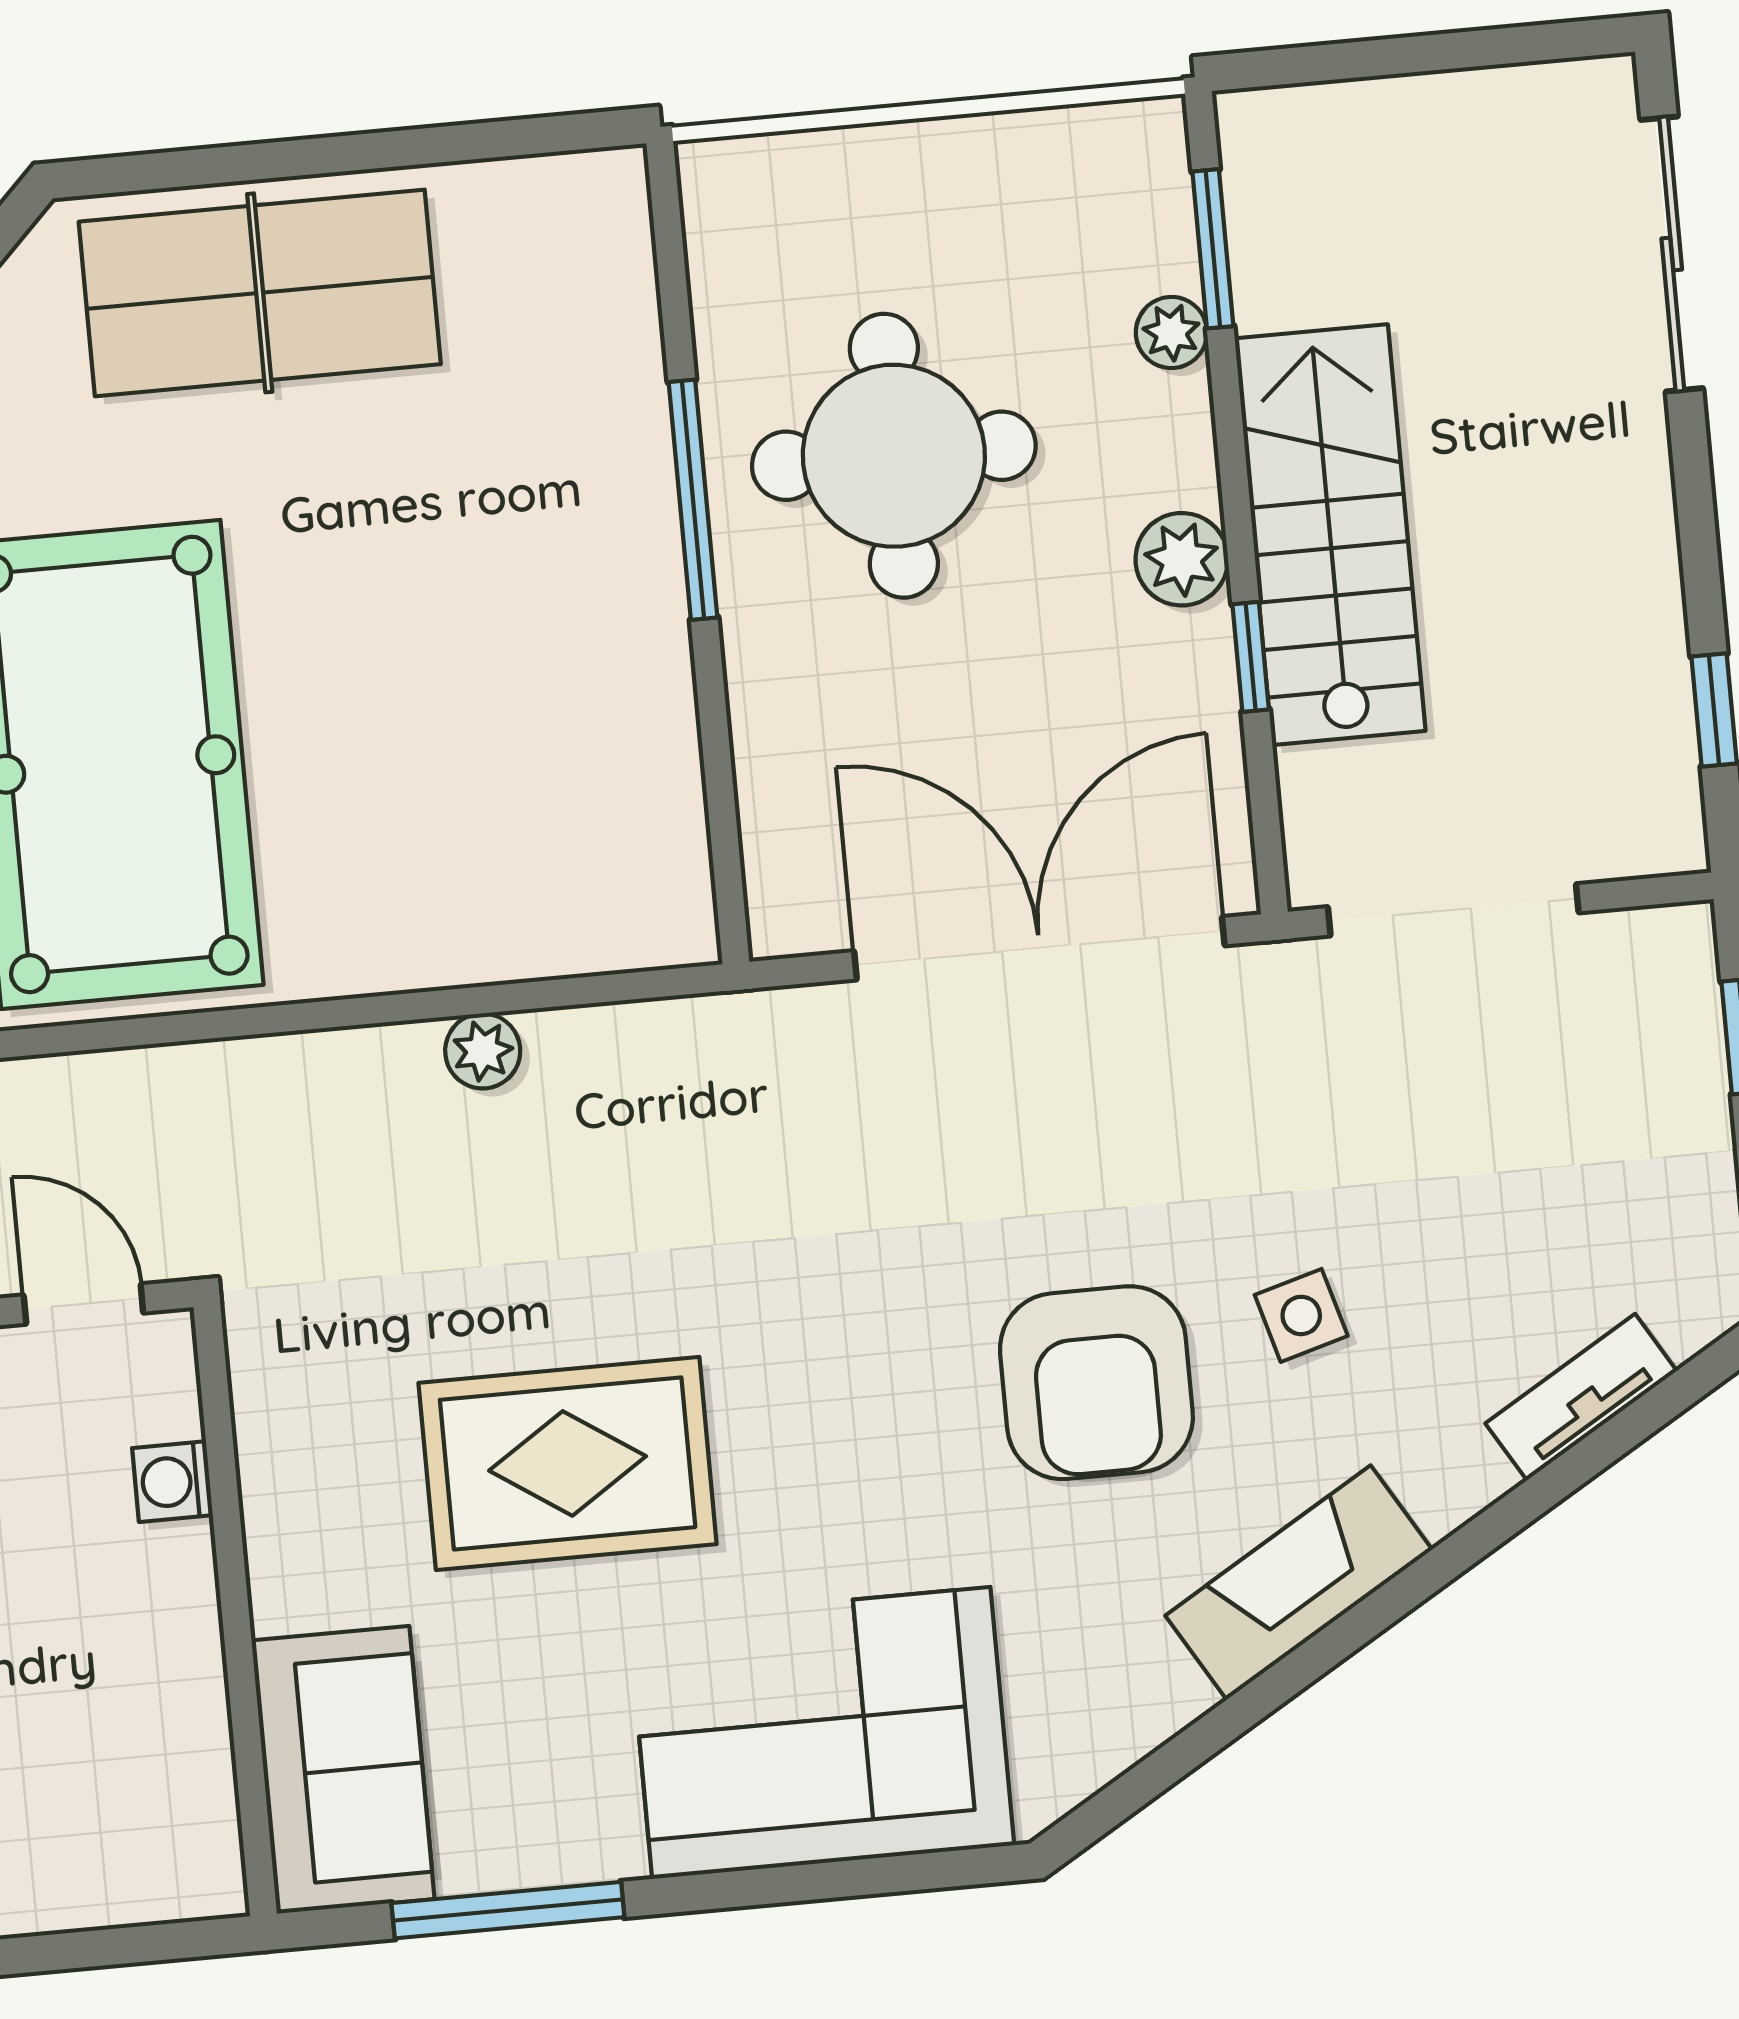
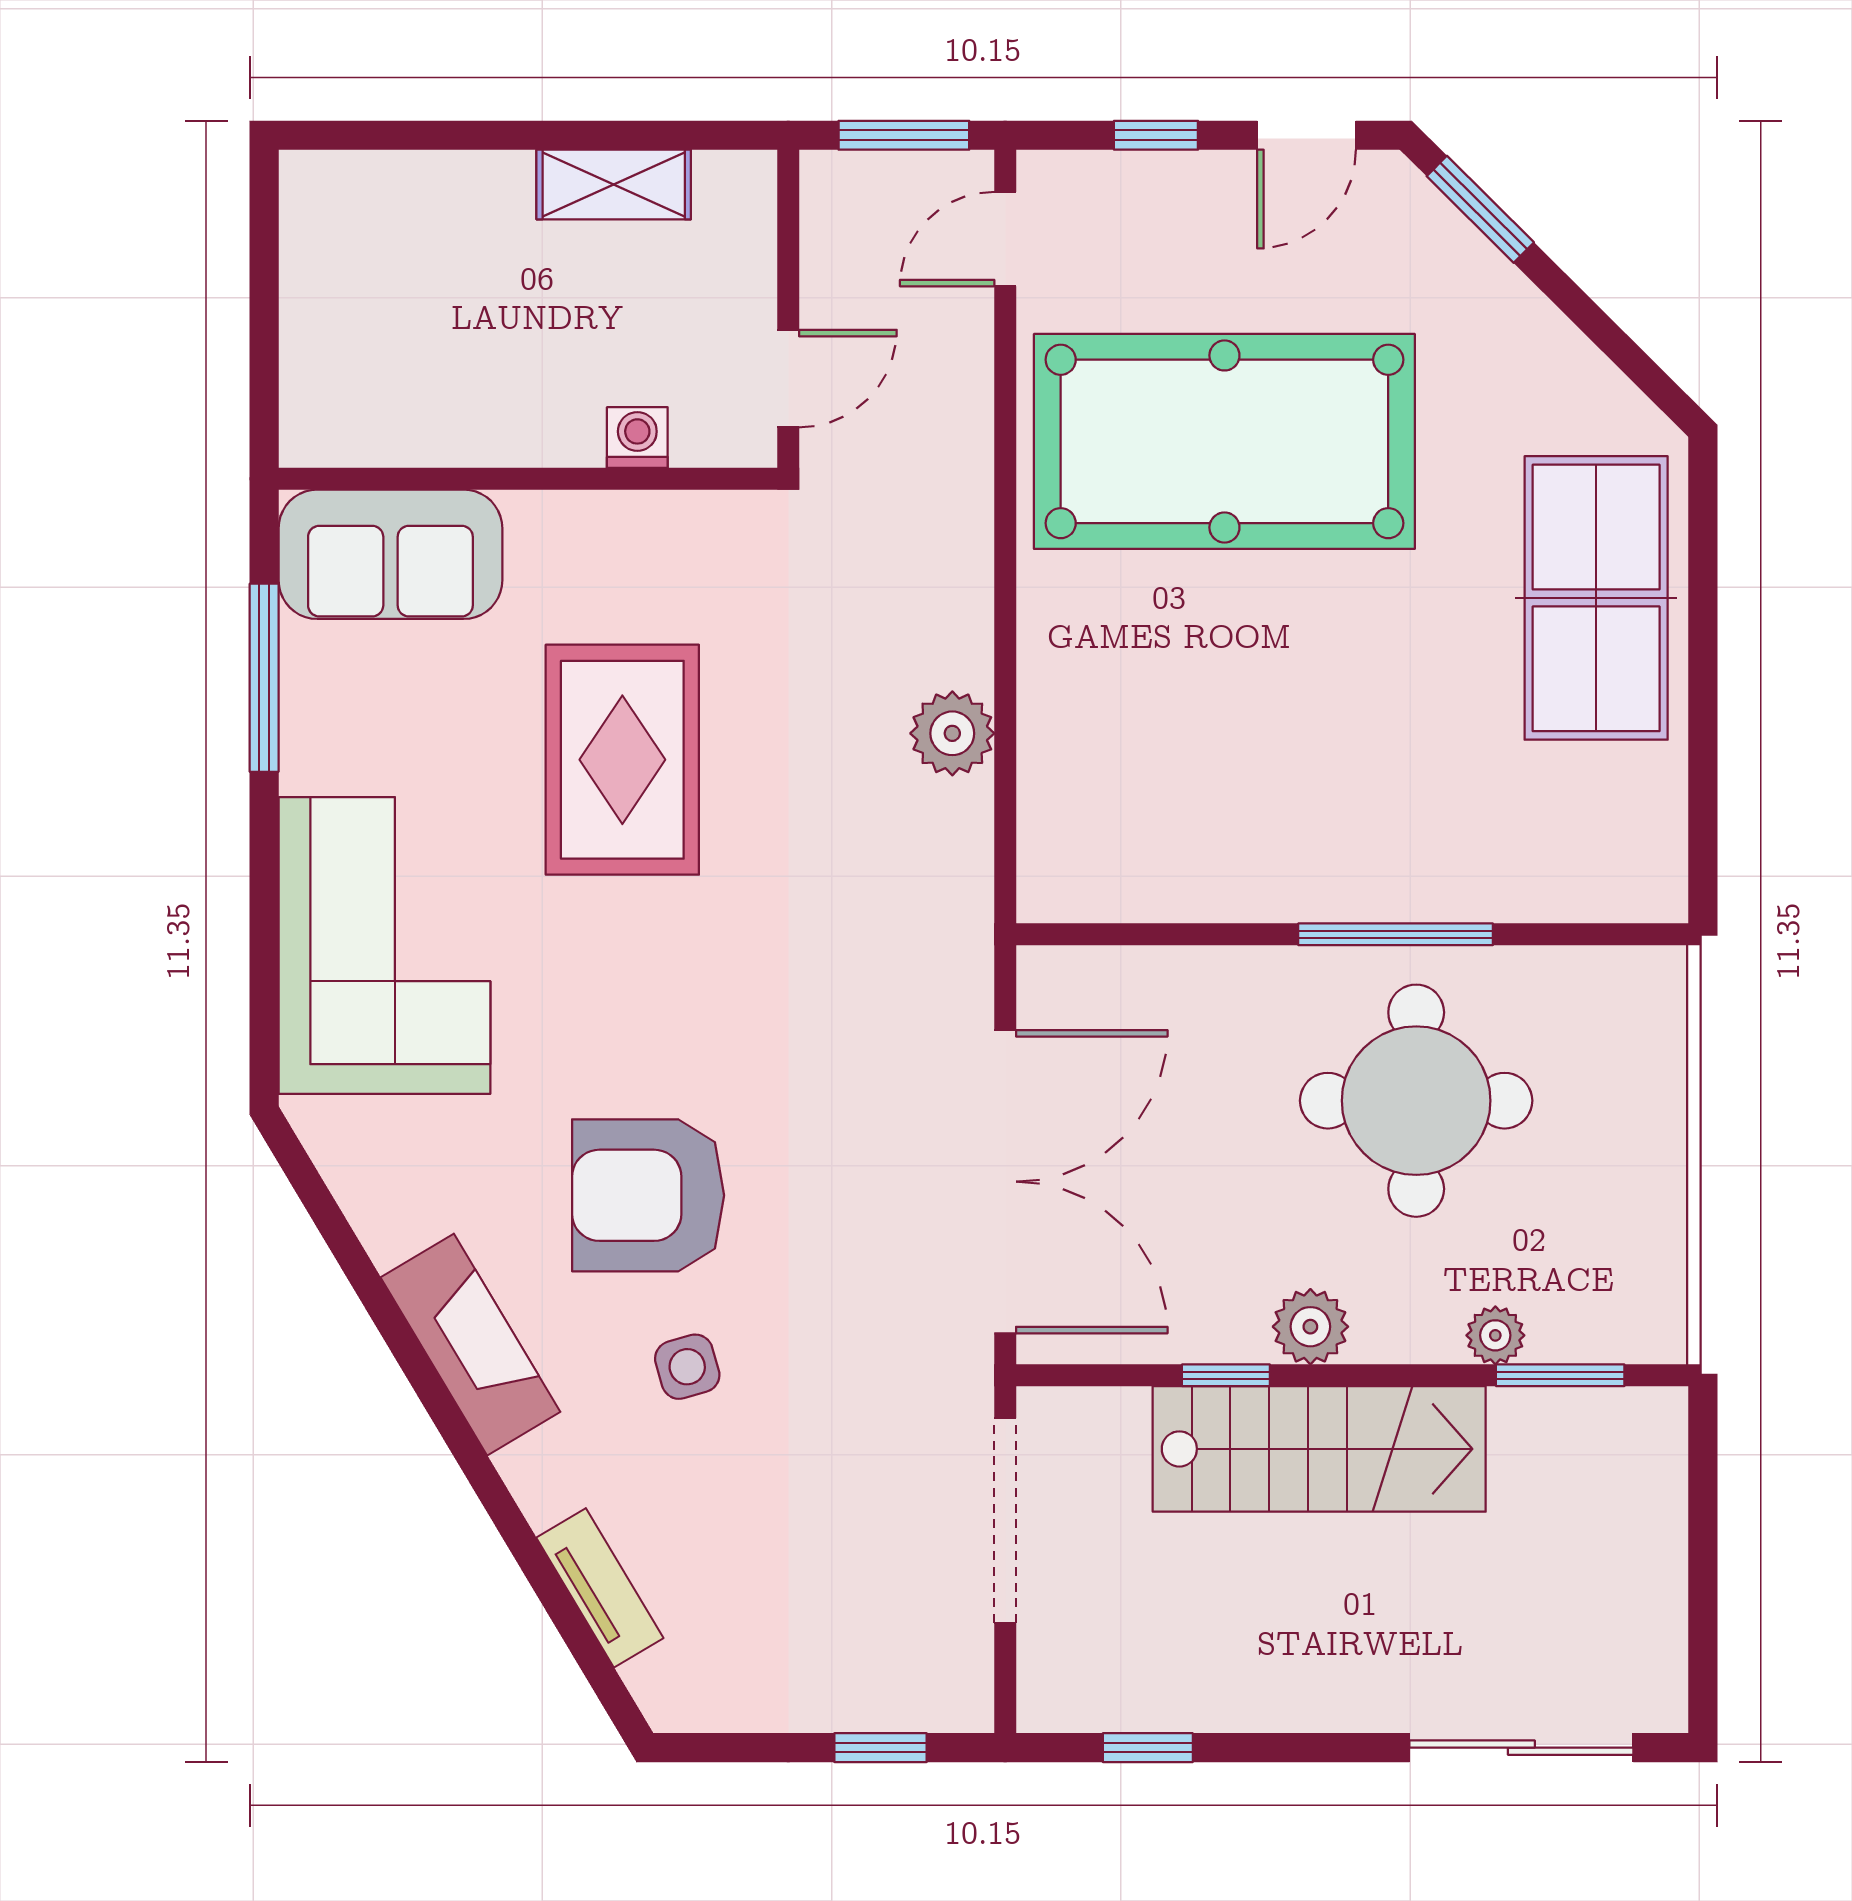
plant: (483, 1051) -> (952, 733), width x1.38, depth x1.38

